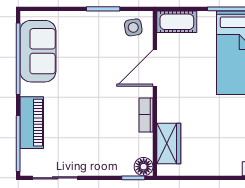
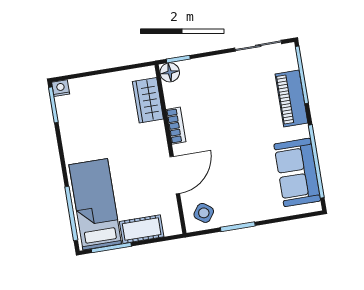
cot: (177, 22) -> (142, 229), moved
side table: (133, 27) -> (204, 213), turned 45

